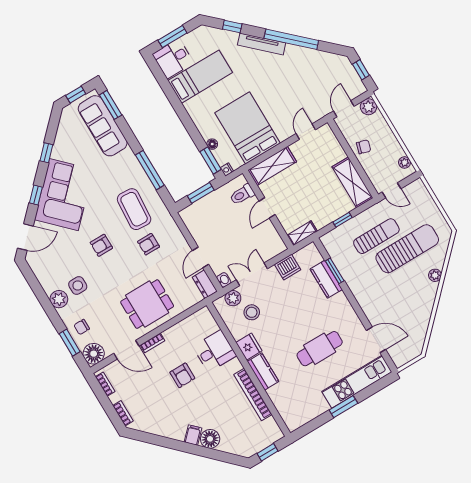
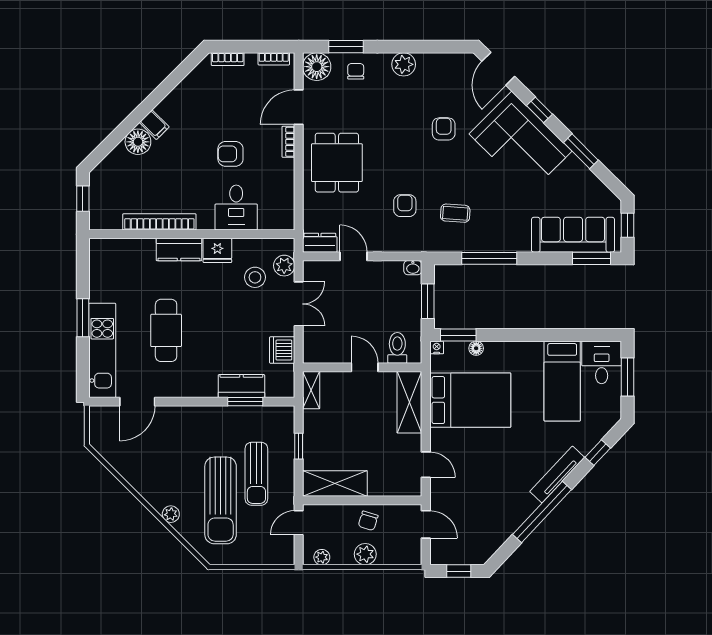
plant: (369, 107) -> (365, 554), moved
window: (46, 153) -> (581, 151), width x1.50
coffee table: (134, 209) -> (455, 213), width x0.54, depth x0.58
armchair: (101, 245) -> (444, 129), moved
washbasin: (224, 280) -> (413, 268), moved
side table: (78, 285) -> (406, 96), removed

